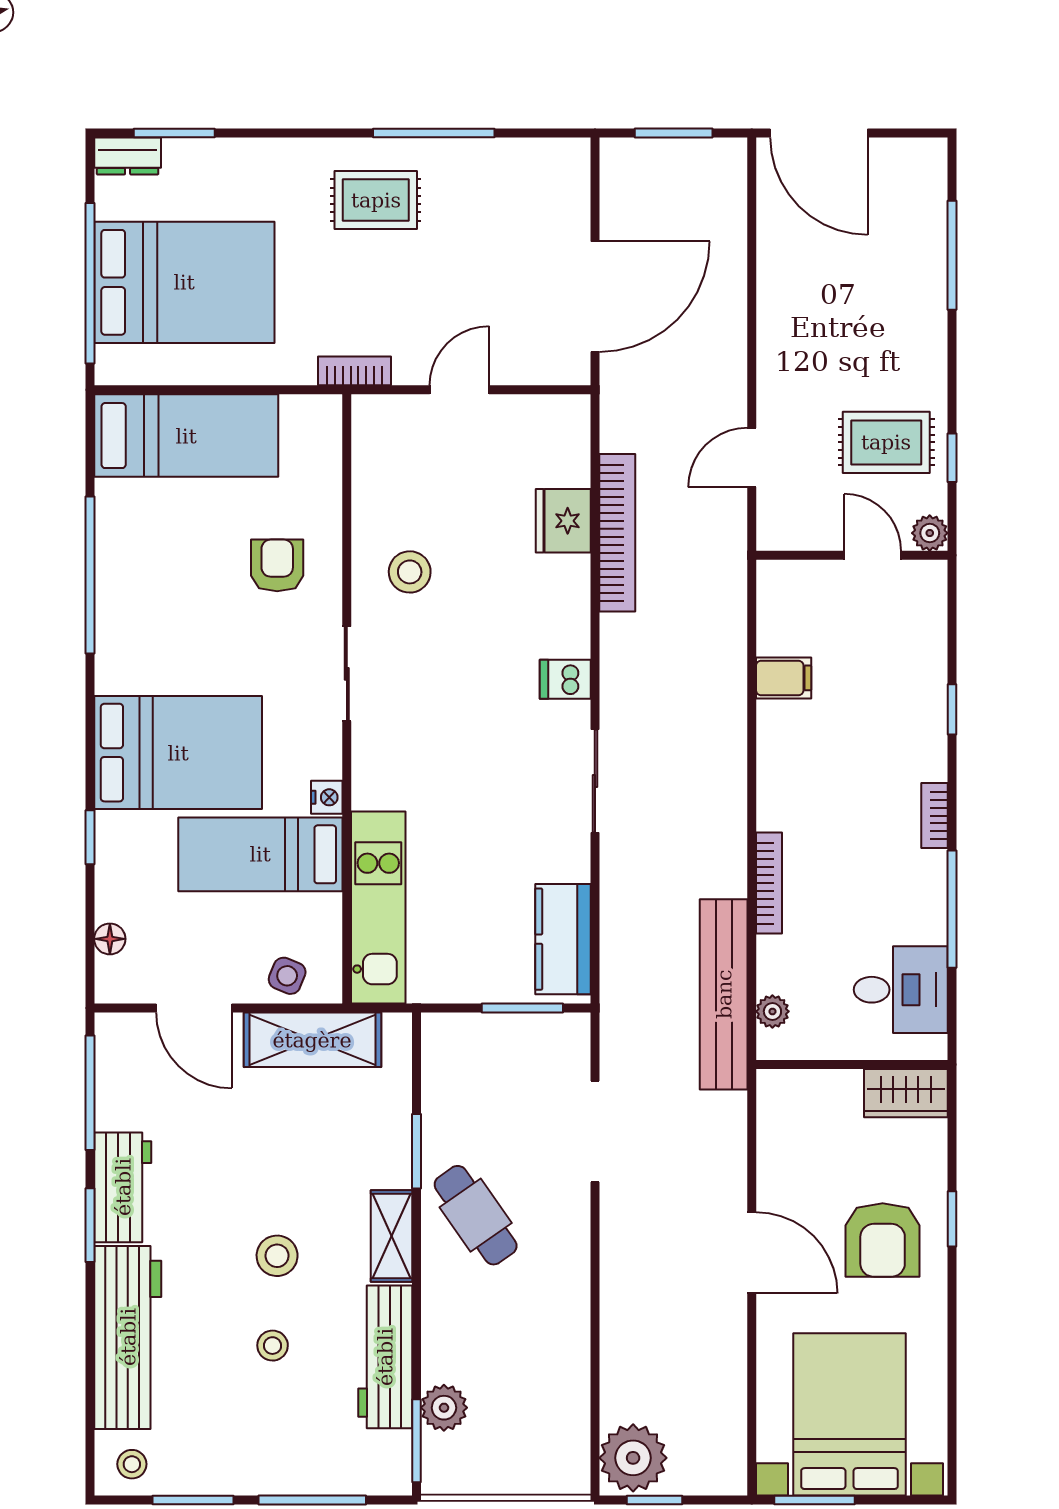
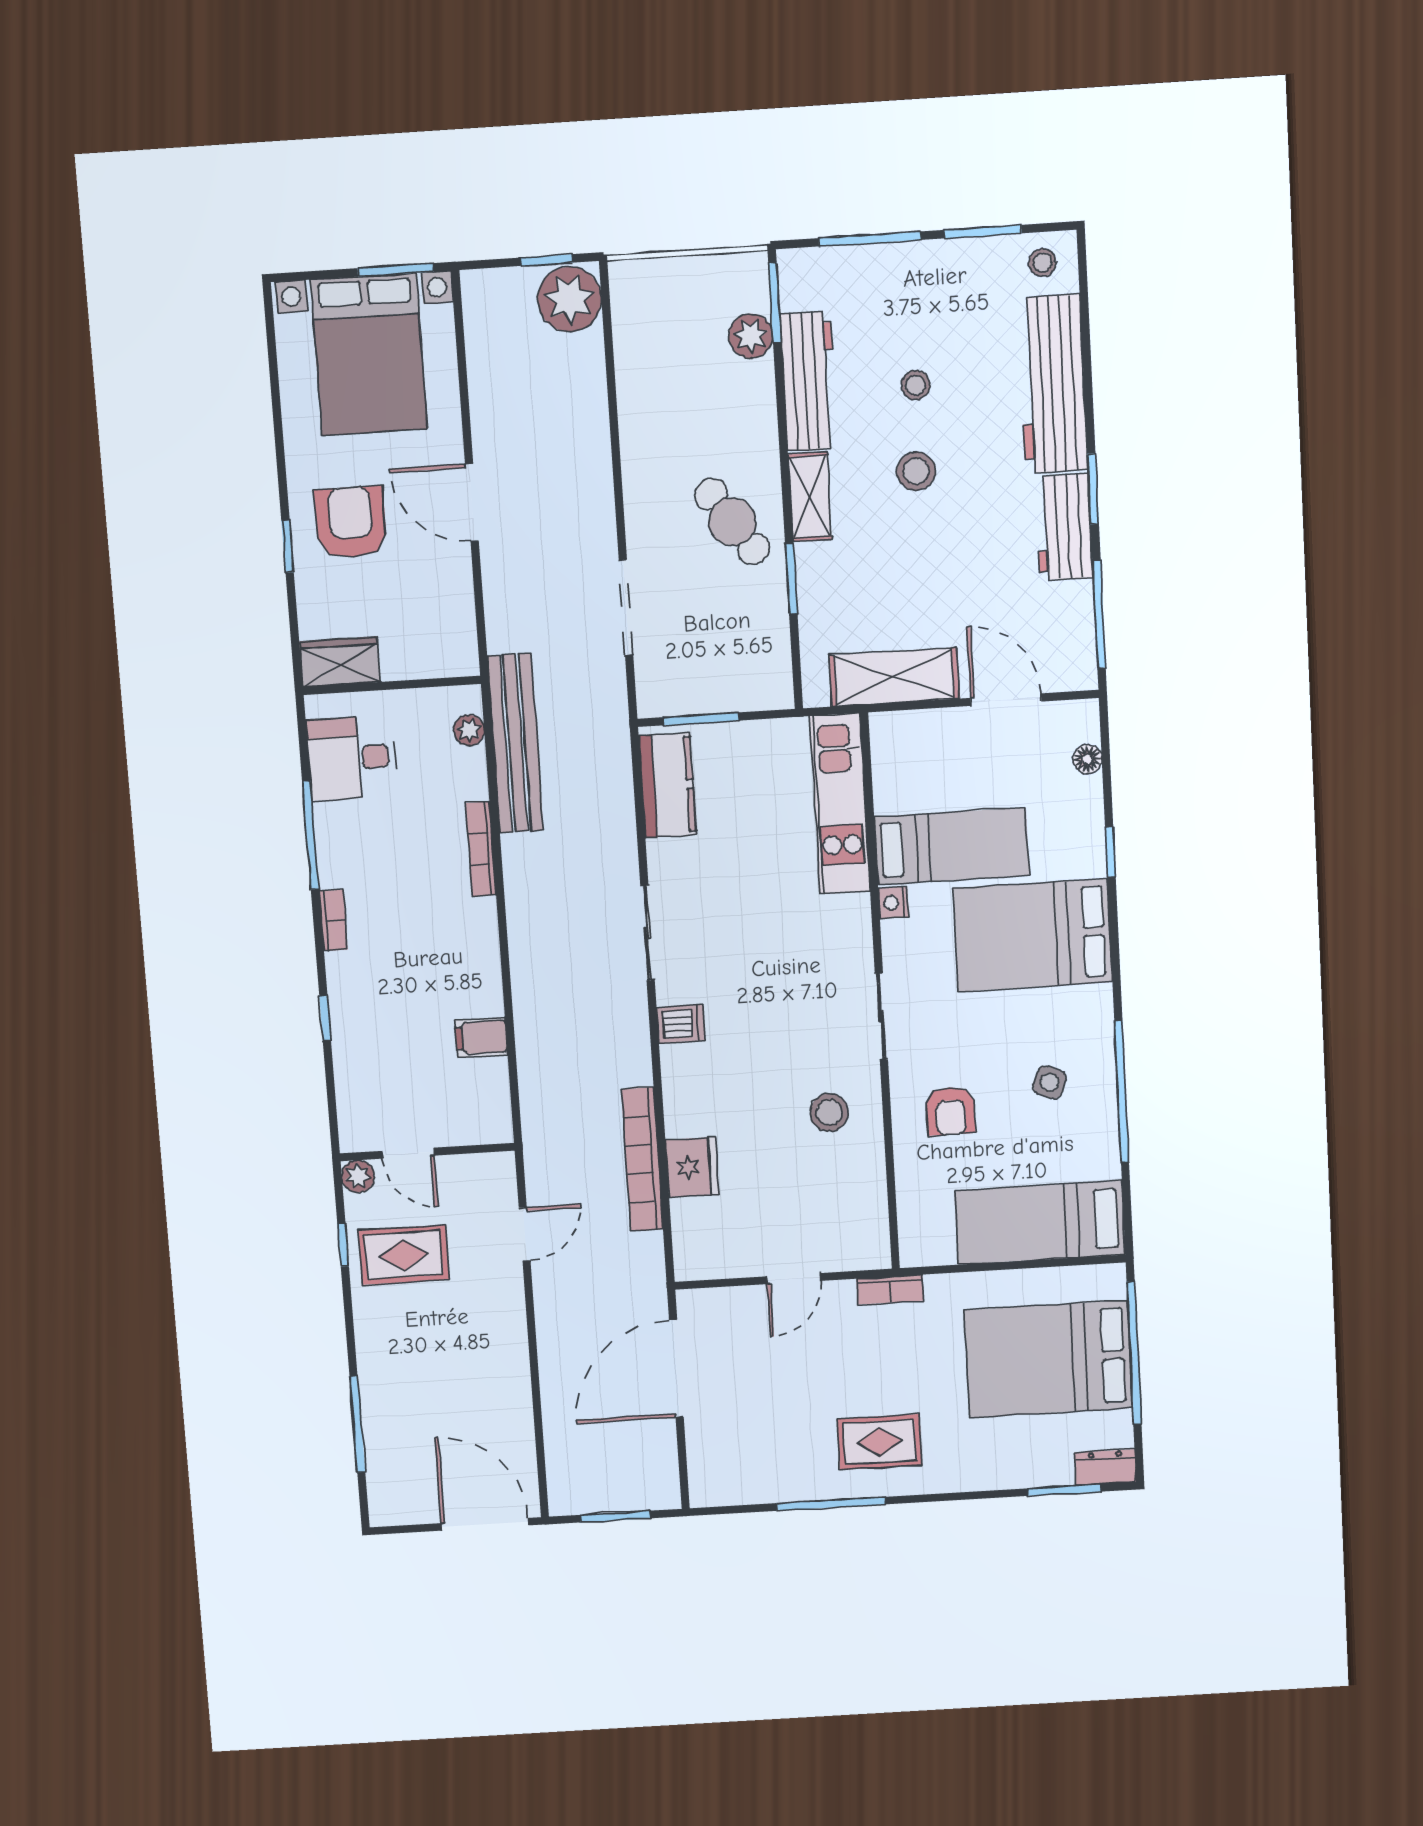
side table: (287, 976) -> (1050, 1082), moved

